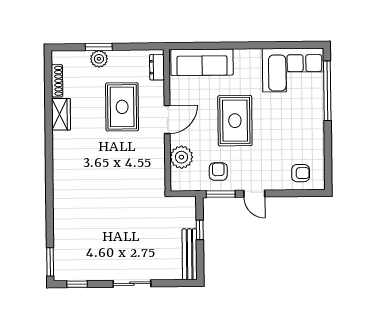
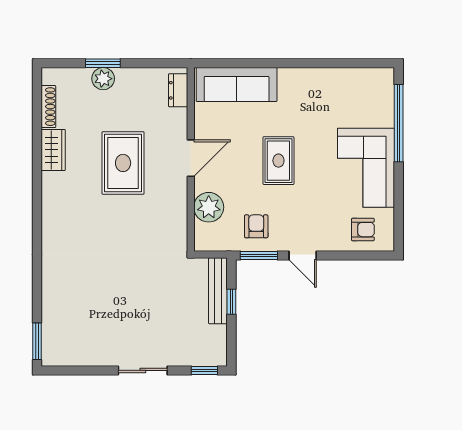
corner sofa: (293, 70) -> (366, 168), moved, turned 90
rug: (122, 107) -> (123, 163), moved
rug: (235, 121) -> (278, 161), width x0.73, depth x0.70
bench: (190, 254) -> (218, 291), moved
window: (77, 284) -> (204, 370), moved

